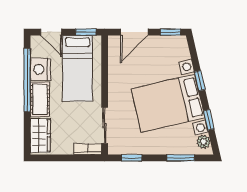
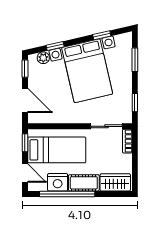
door: (51, 32) -> (25, 173), hinge flipped
window: (200, 81) -> (55, 46), moved
plant: (203, 142) -> (43, 58), moved

